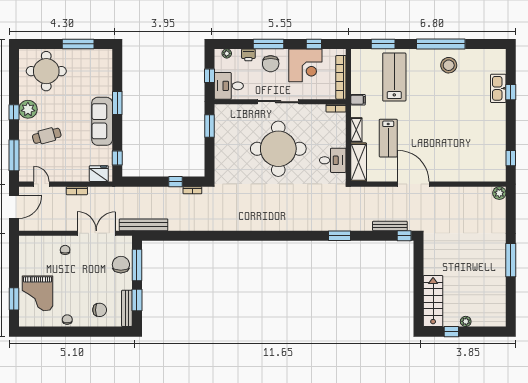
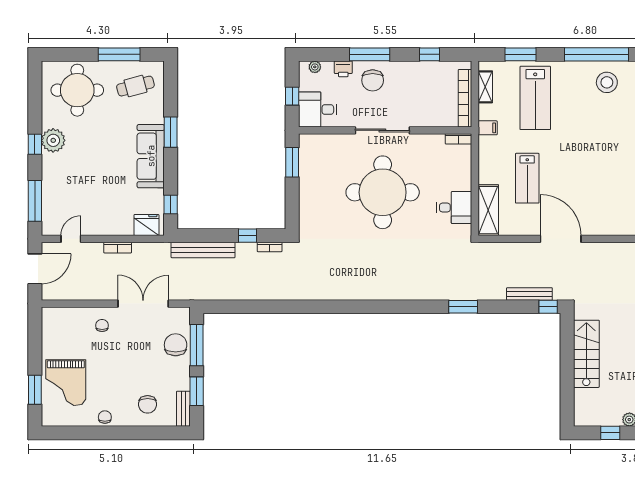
corner desk: (305, 65) -> (418, 83), removed
lab bench: (394, 77) -> (535, 98), turned 180
shelving: (356, 130) -> (485, 87), moved
cafe table: (47, 136) -> (135, 86), moved
door: (41, 184) -> (71, 239), hinge flipped
bench: (144, 225) -> (203, 250), moved
stairs: (433, 301) -> (586, 354), moved
bench: (127, 308) -> (183, 409), width x0.73
chair: (100, 310) -> (148, 404), turned 90

